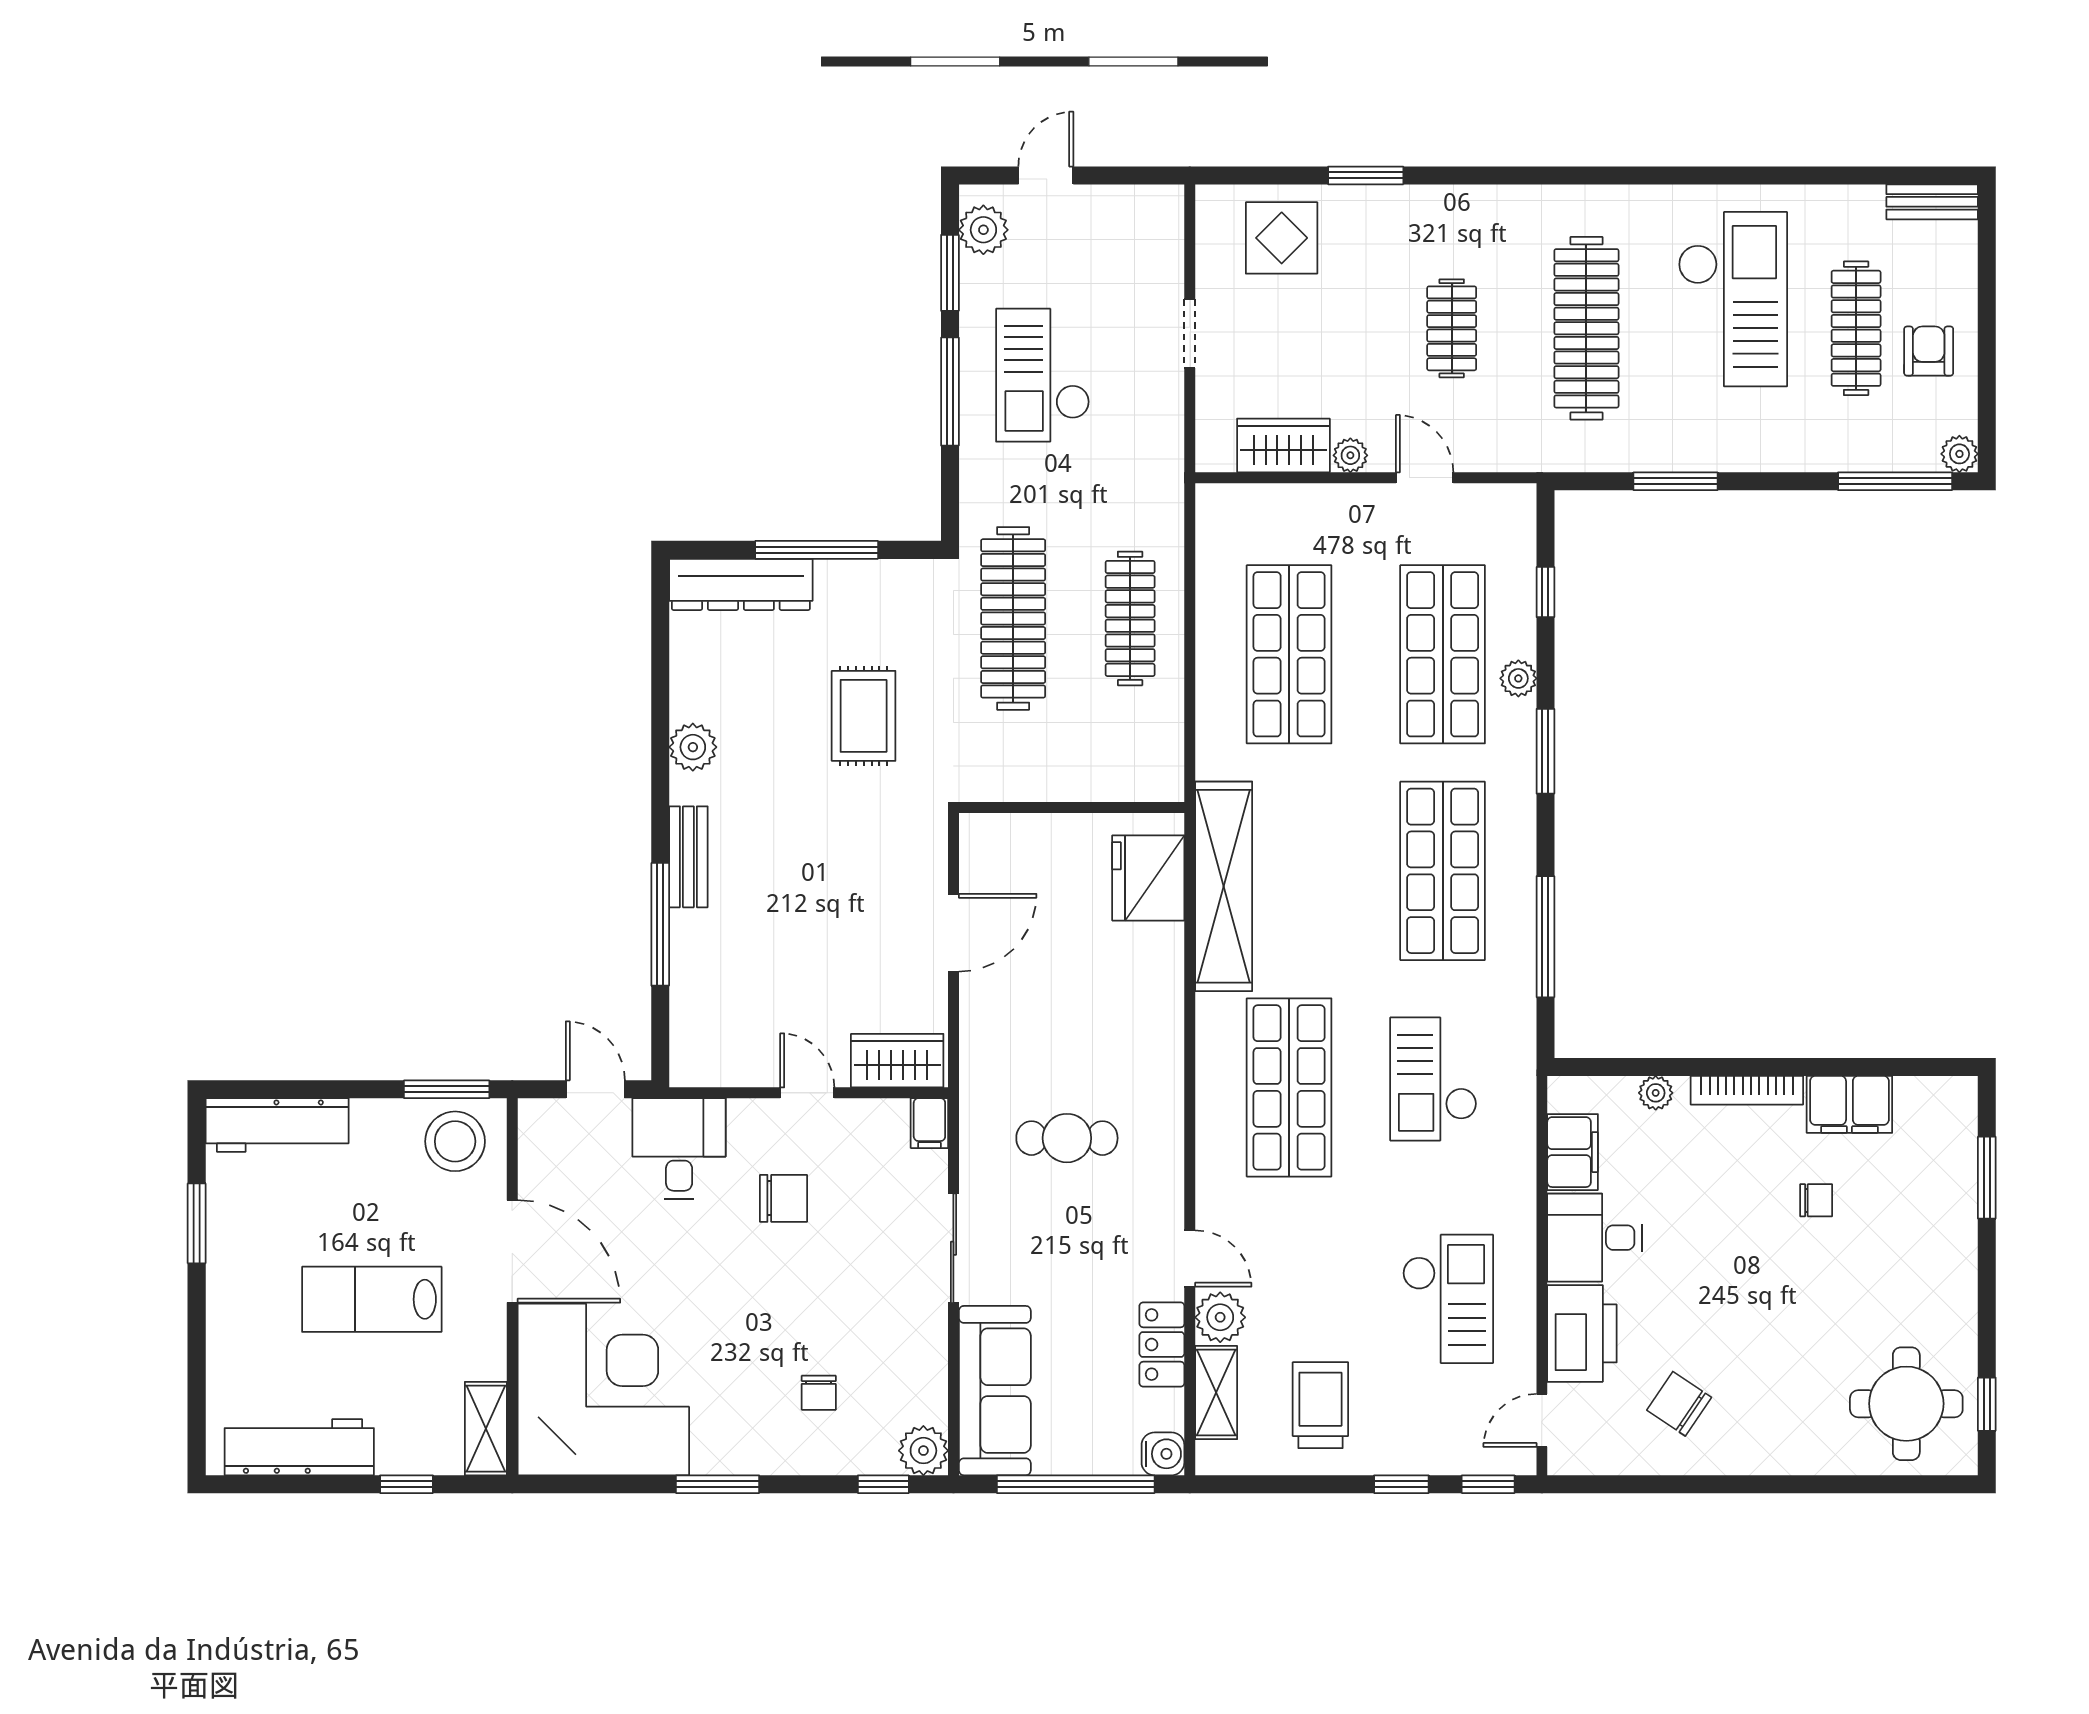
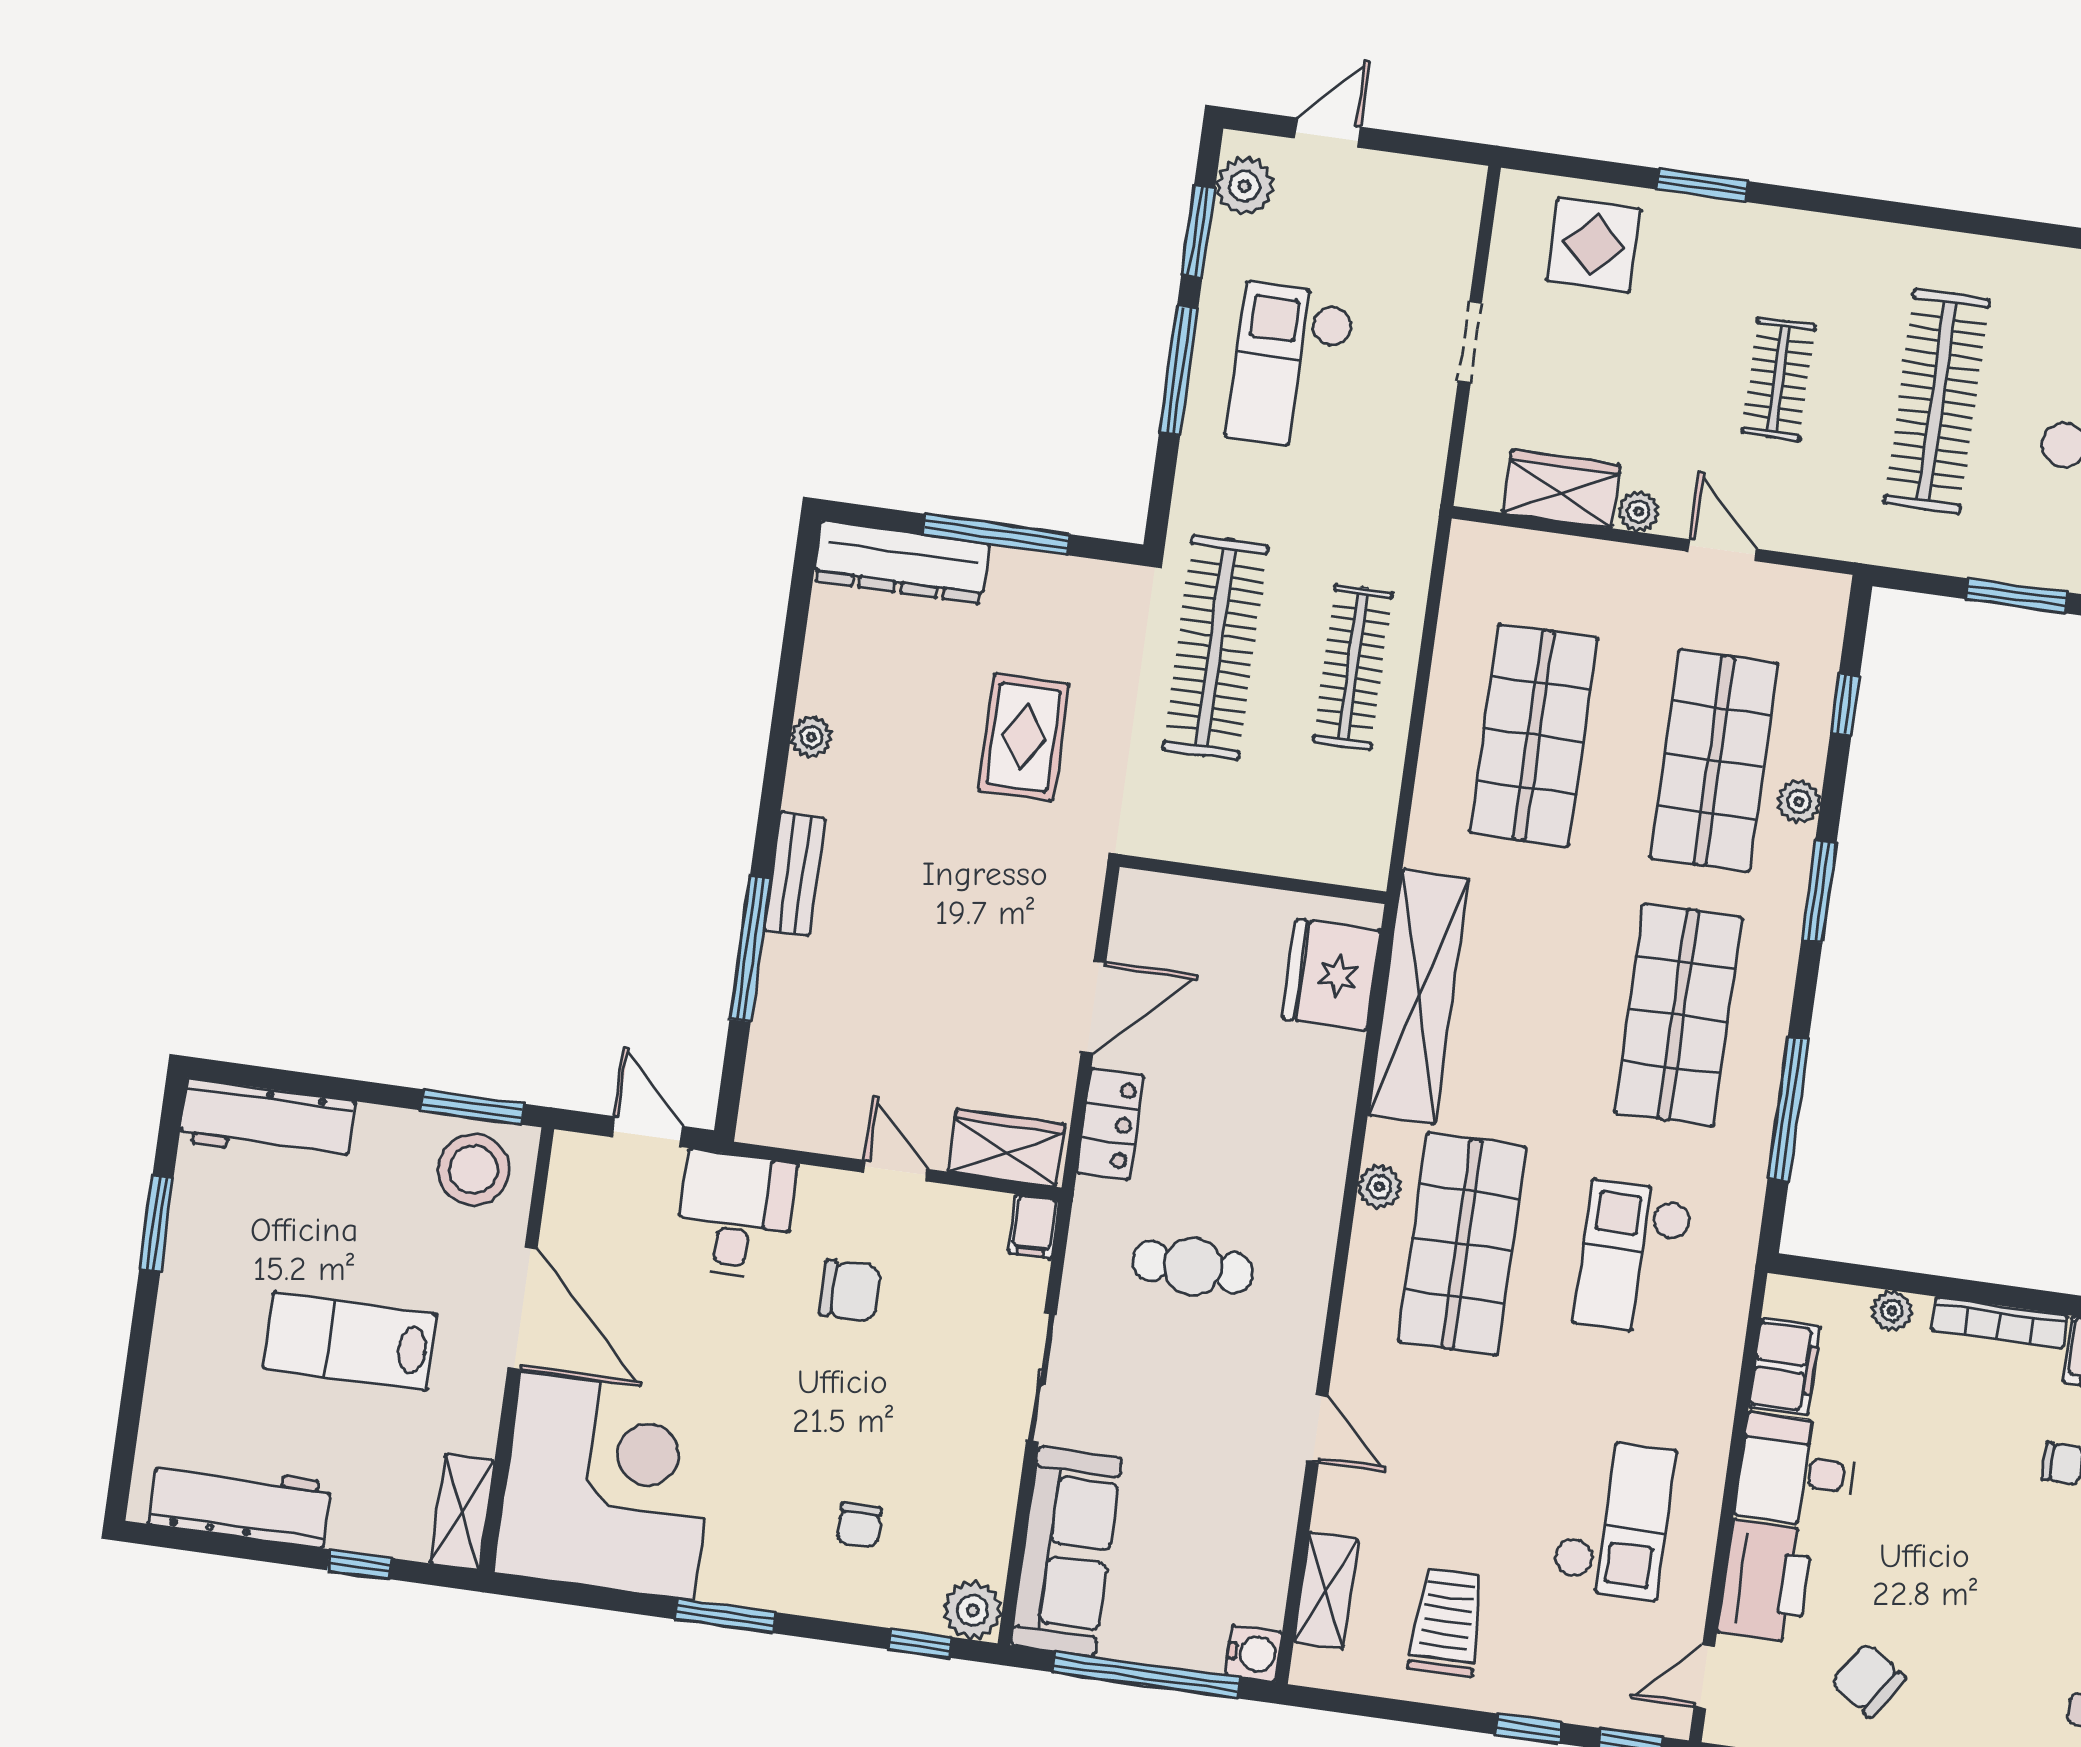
plant: (693, 747) -> (811, 737), width x0.73, depth x0.73
plant: (1220, 1317) -> (1379, 1187), moved, width x0.73, depth x0.73
locker: (1162, 1345) -> (1110, 1124), moved, turned 180

